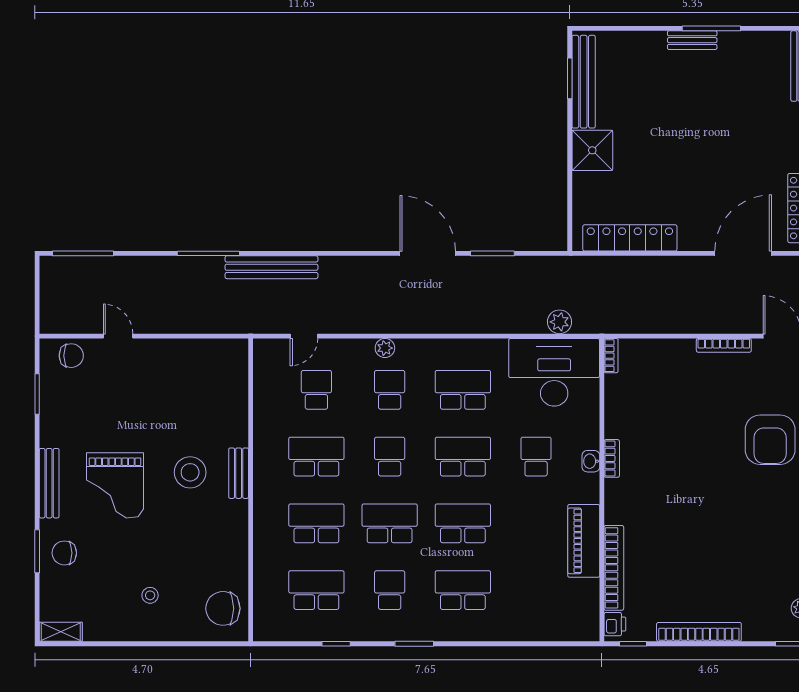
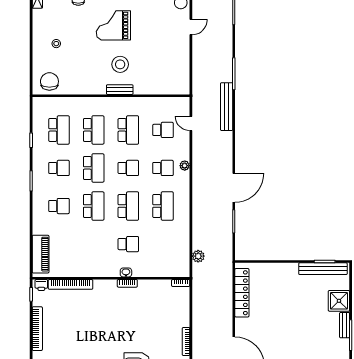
shower: (592, 150) -> (339, 301), moved
desk: (554, 372) -> (172, 253), removed
piano: (584, 541) -> (41, 254), moved, turned 90
school desk: (463, 590) -> (59, 206), width x0.54

